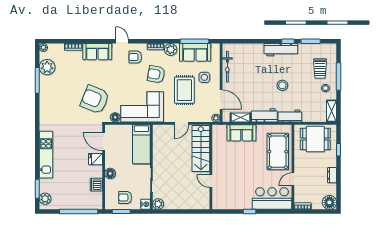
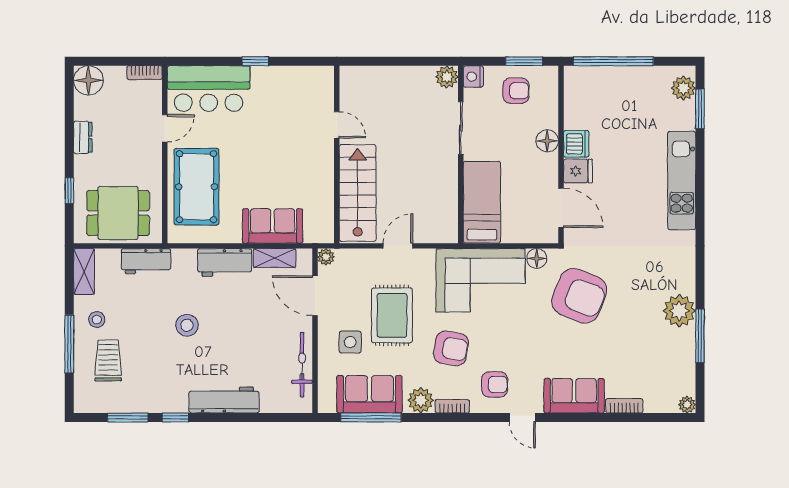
workbench: (281, 50) -> (224, 400), moved
plant: (47, 67) -> (679, 311), moved
workbench: (290, 116) -> (146, 261), moved
dishwasher: (96, 185) -> (576, 144), moved

